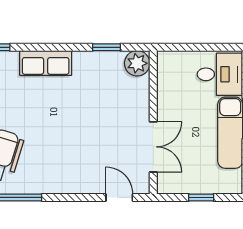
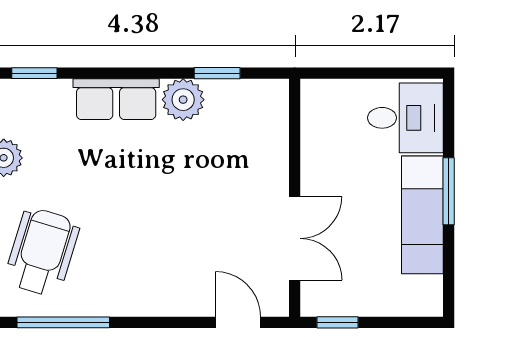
plant: (137, 63) -> (183, 100), moved
window: (201, 197) -> (338, 322), moved

